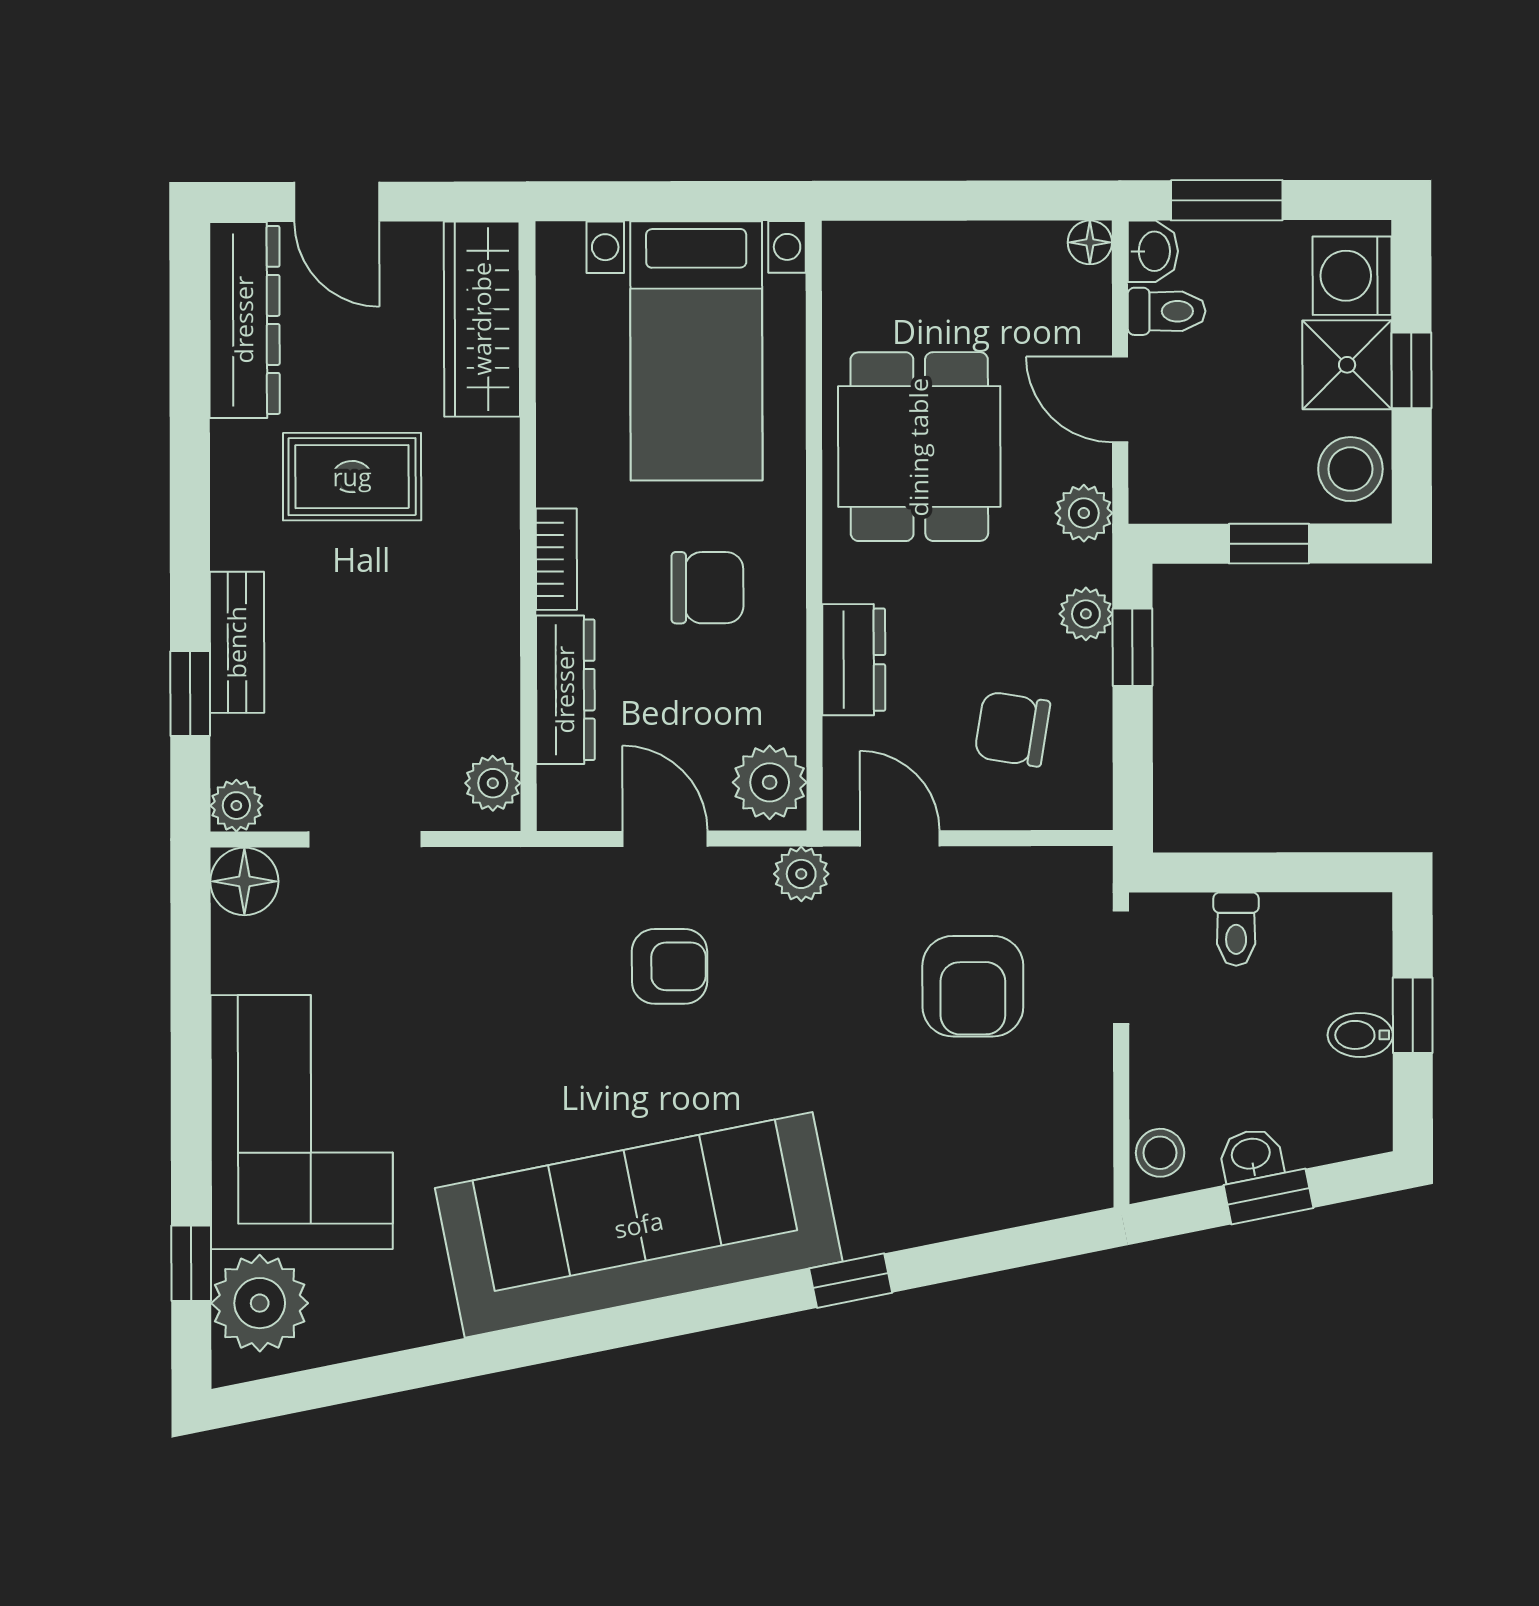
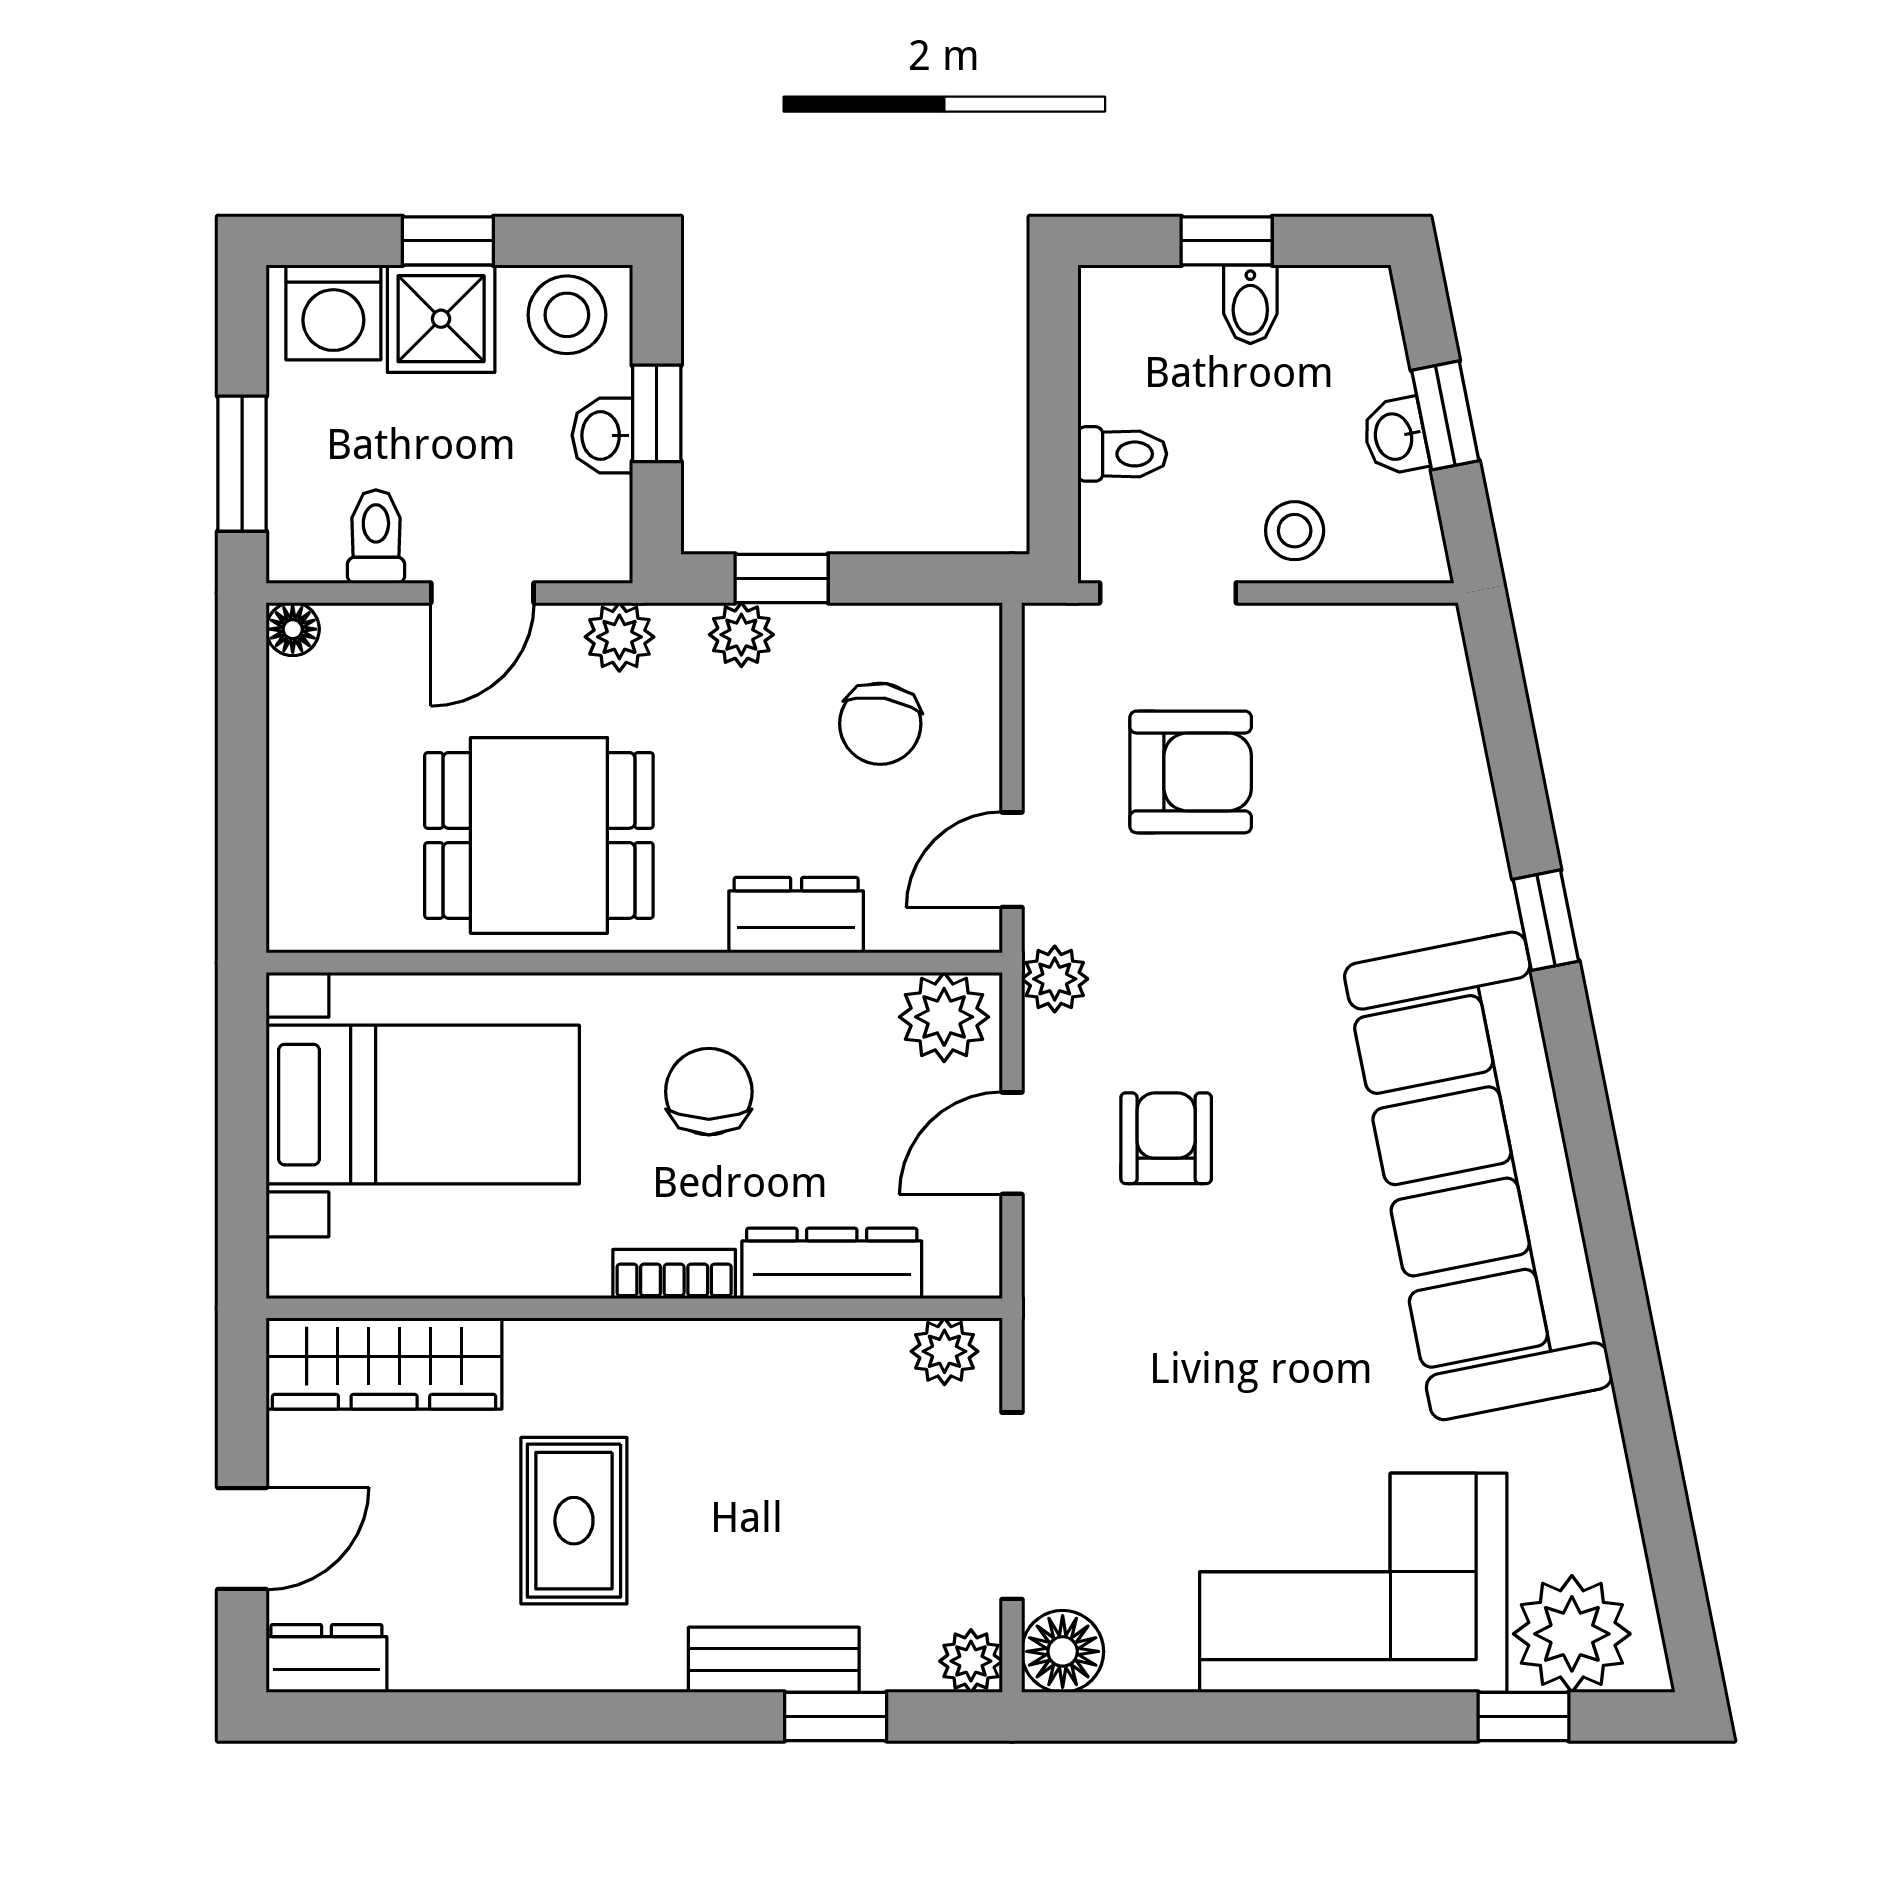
washbasin: (1153, 251) -> (602, 435), moved, turned -90
dresser: (244, 320) -> (326, 1658), width x0.51, depth x0.80
doorway: (365, 839) -> (1012, 1506), width x1.38
stool: (1160, 1153) -> (1295, 531), moved

